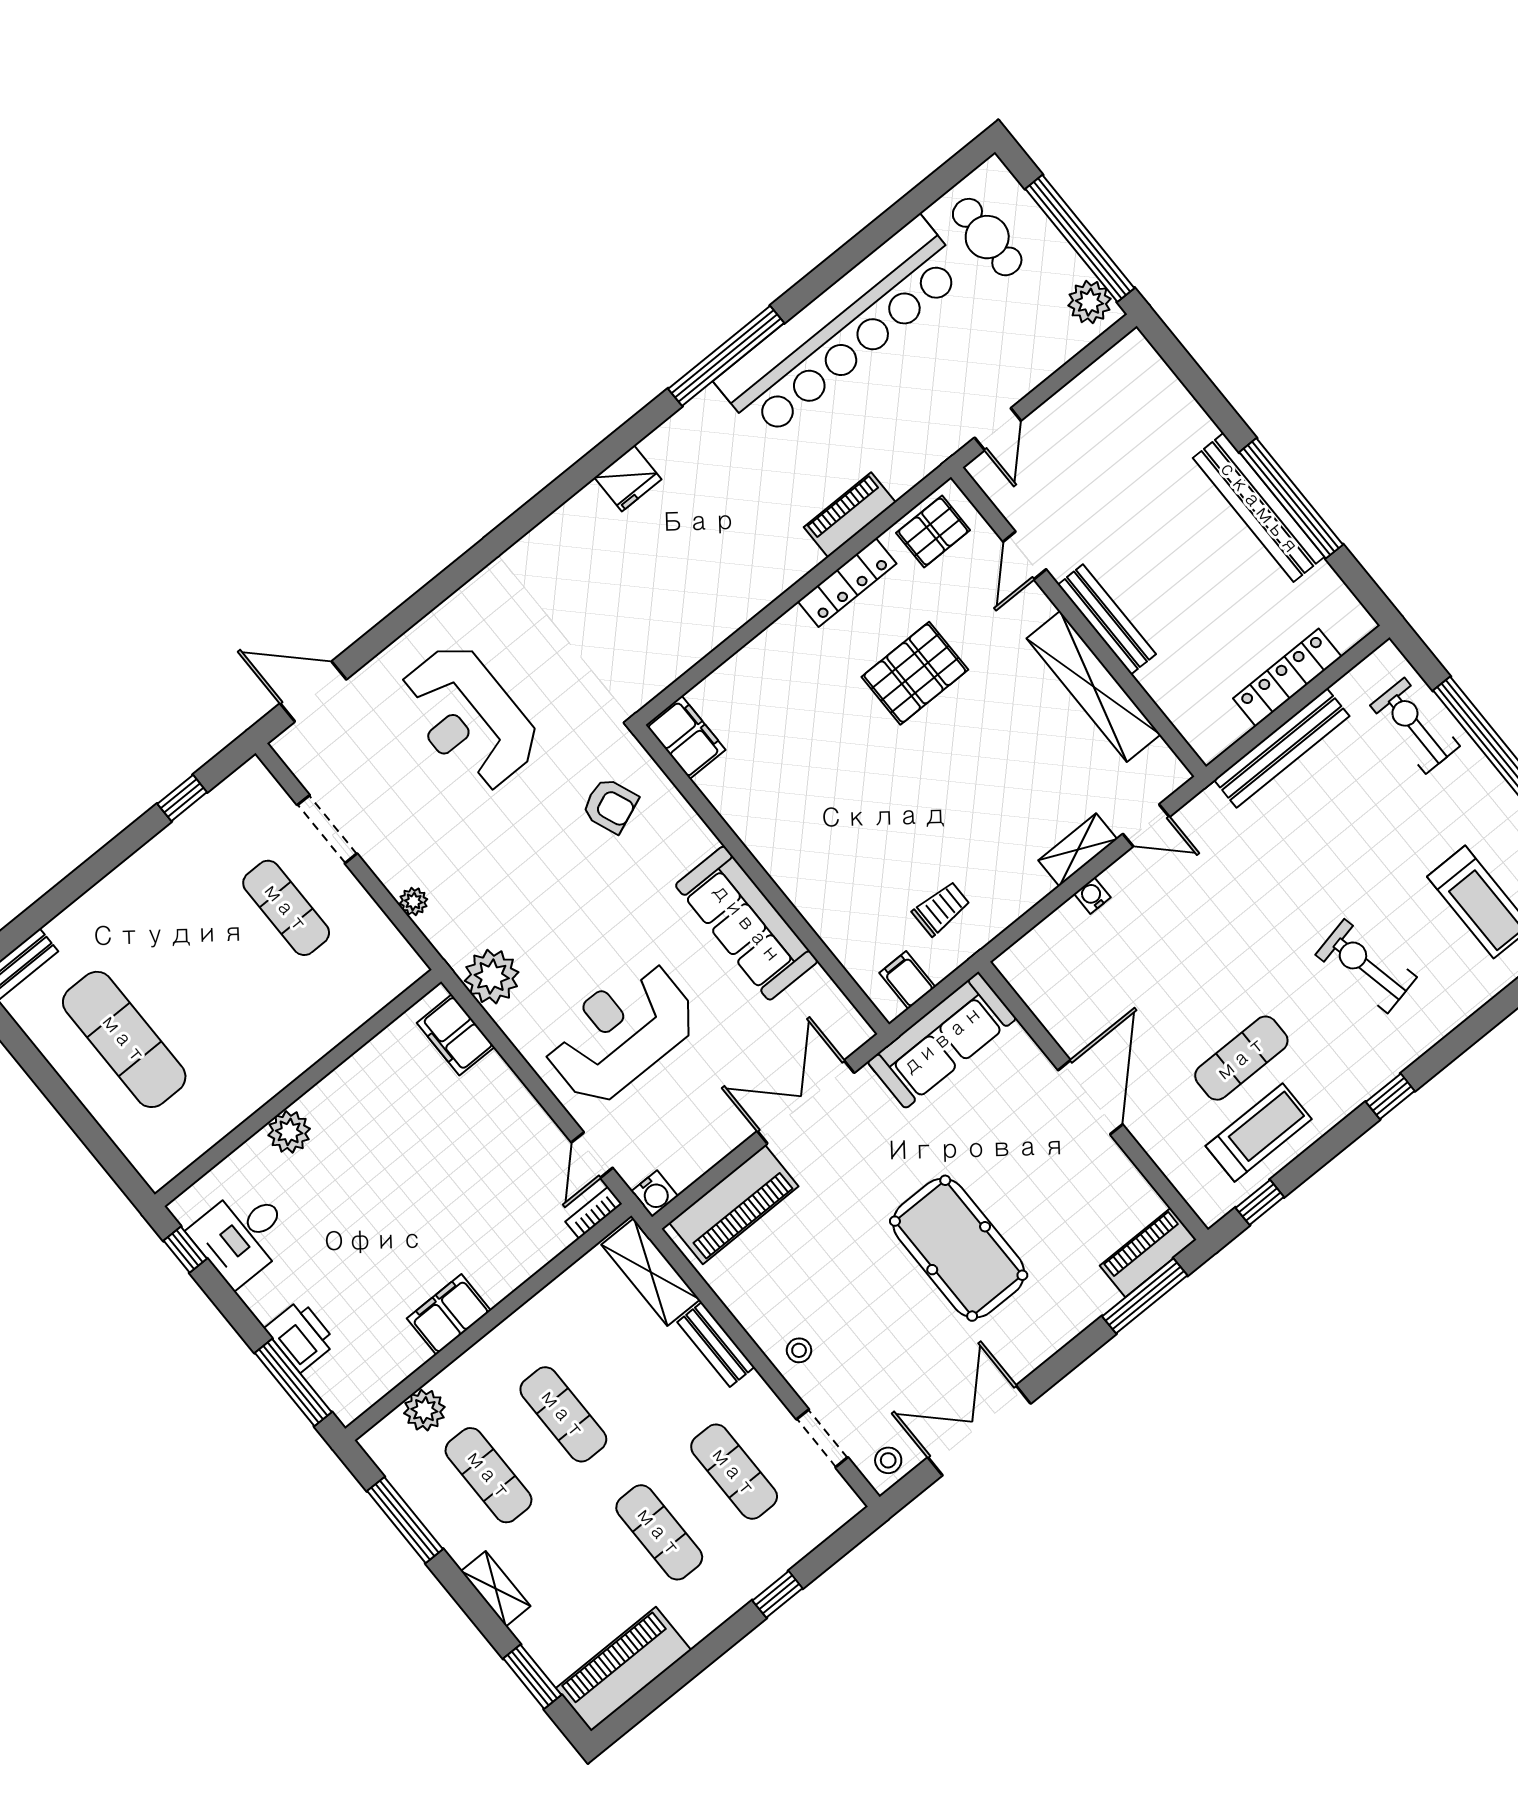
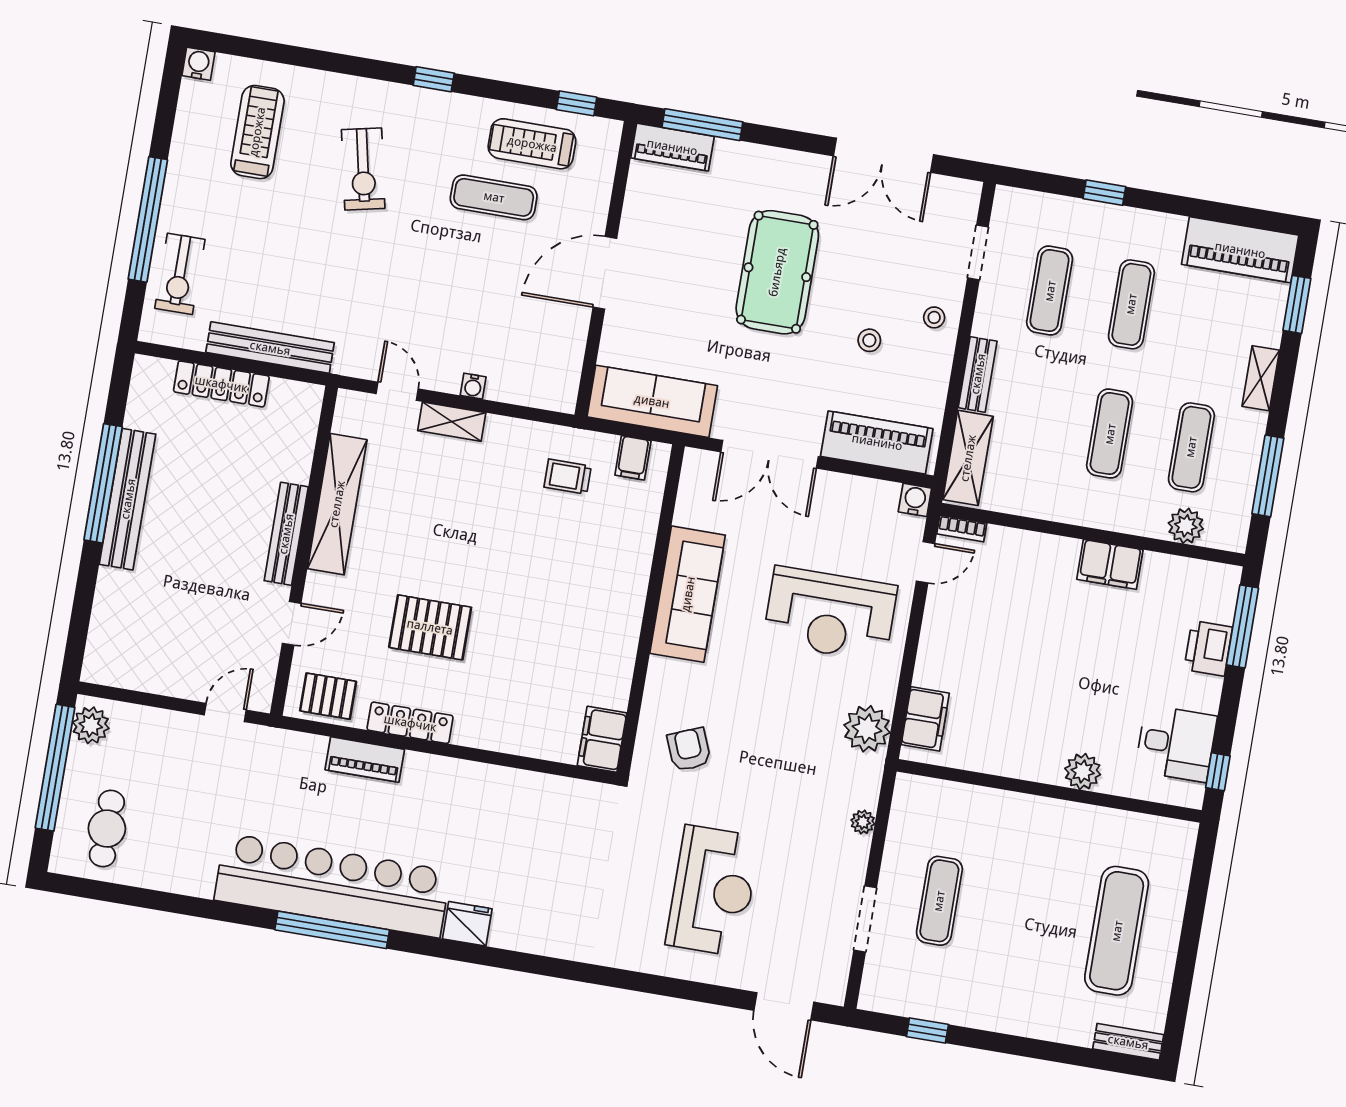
bar counter: (841, 328) -> (332, 885), moved
stool: (888, 1460) -> (869, 340), moved

